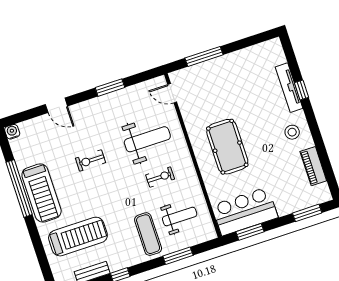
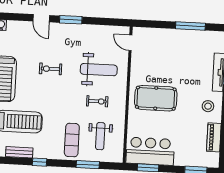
window: (204, 56) -> (190, 26), moved
window: (110, 88) -> (71, 20), moved
pool table: (227, 147) -> (156, 98), turned 90
weight bench: (180, 216) -> (100, 136), turned 90

